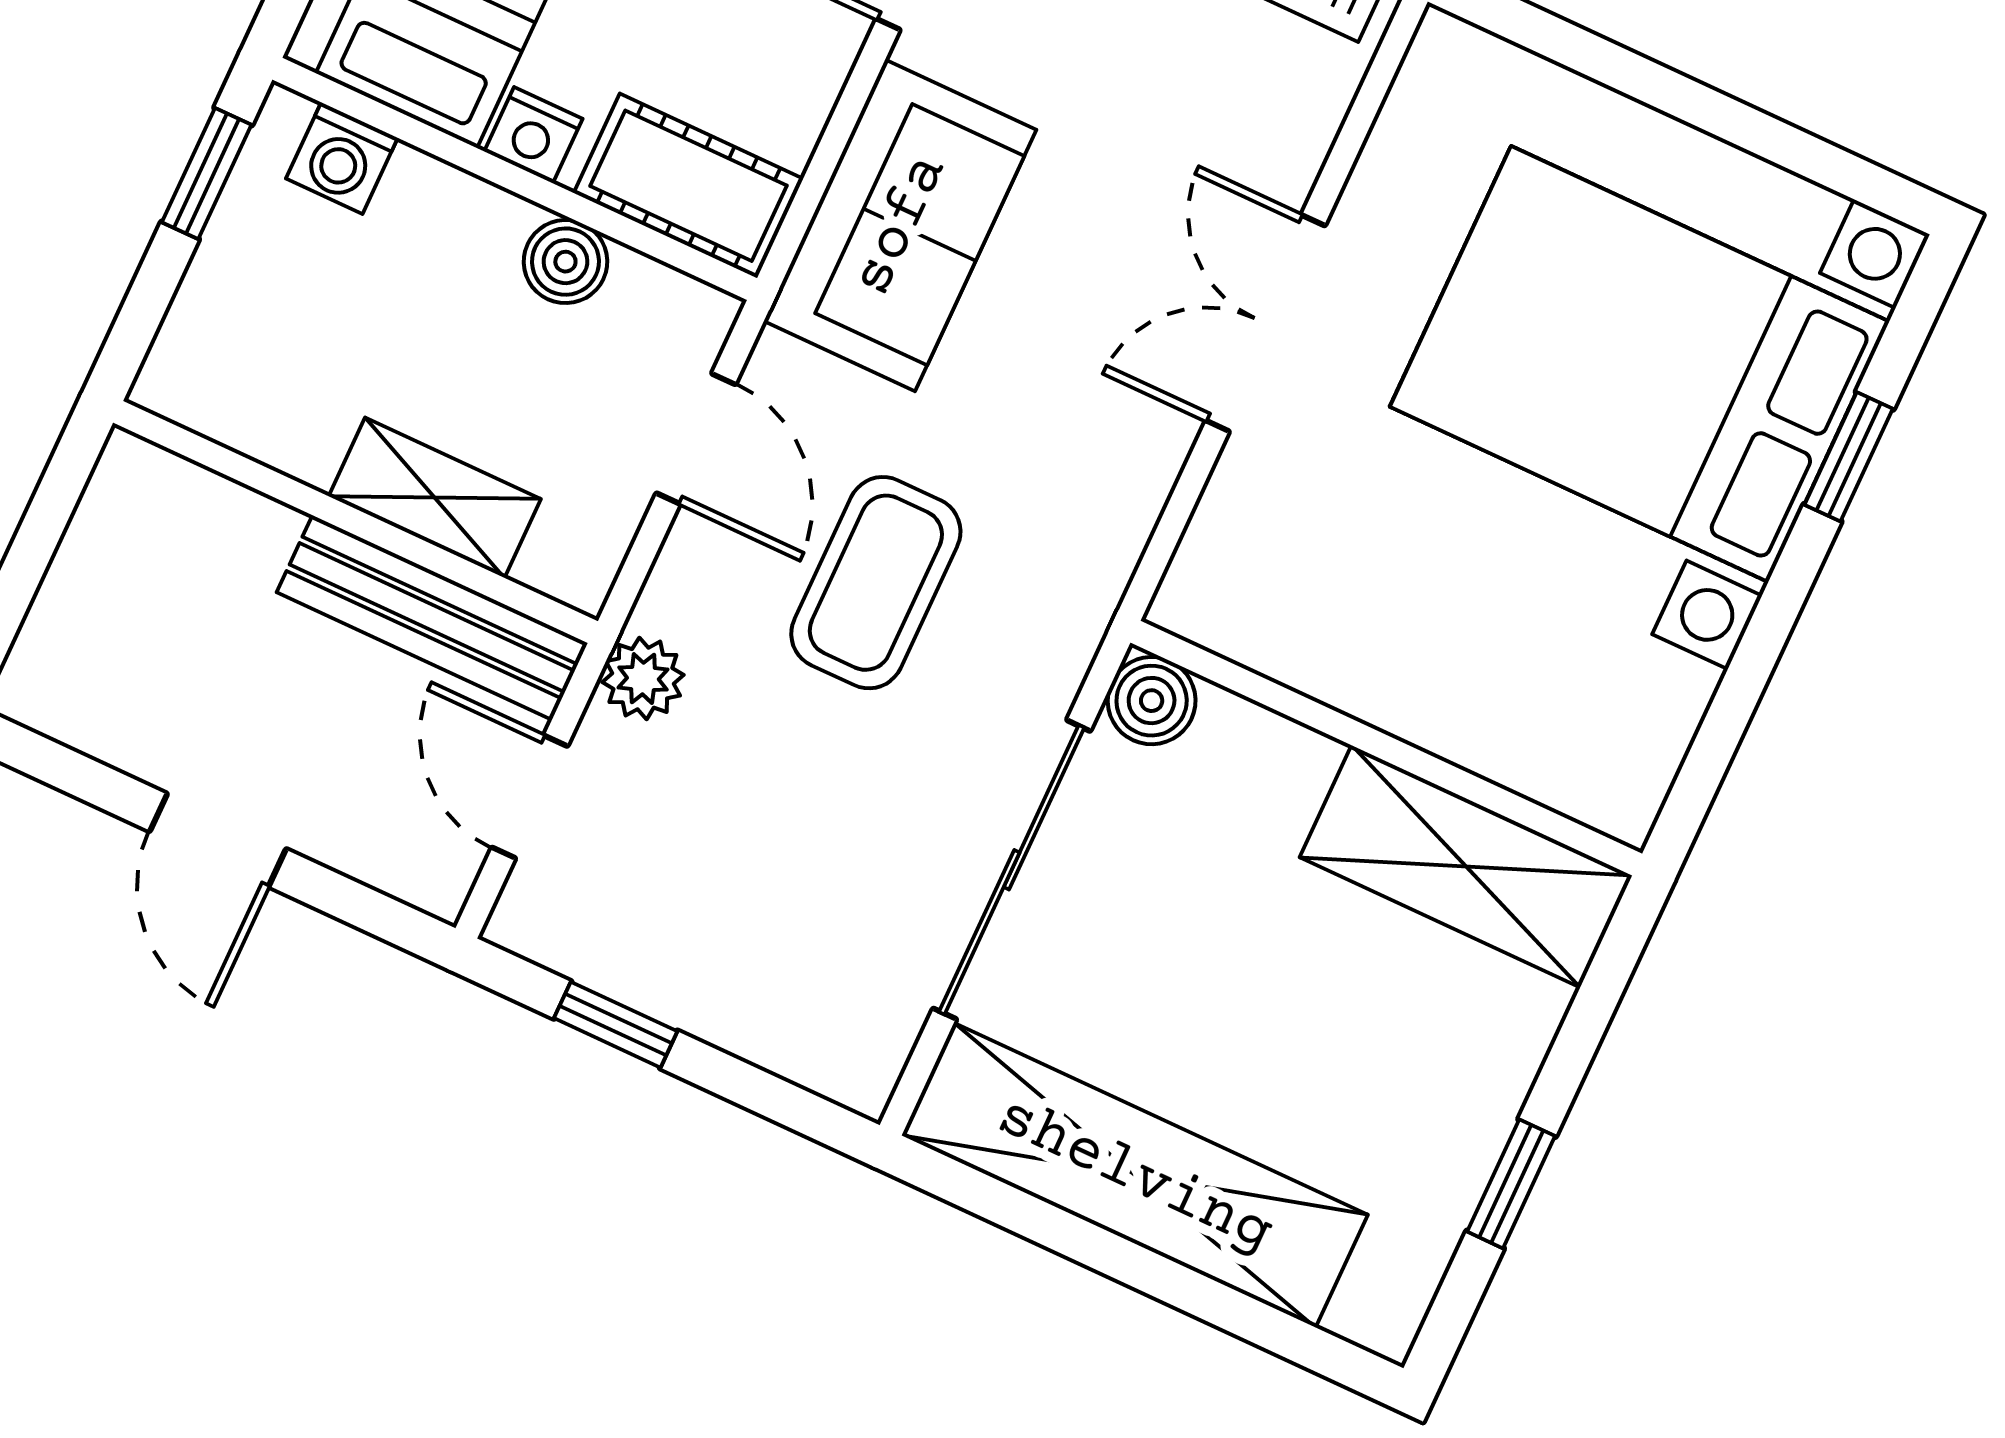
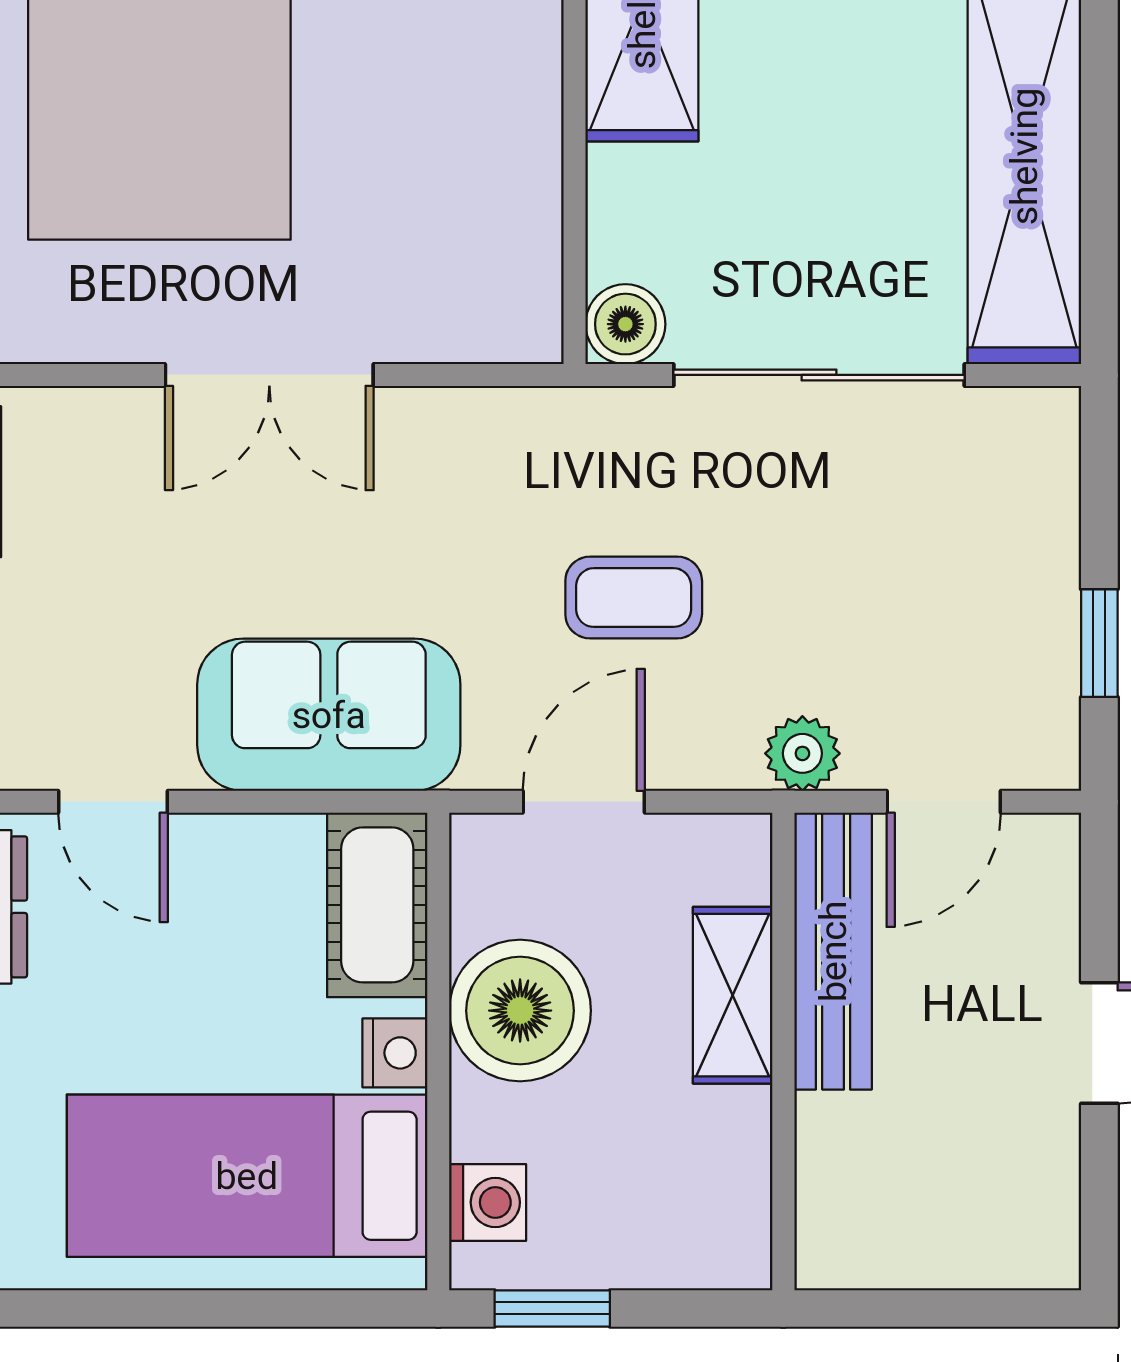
boiler: (565, 262) -> (520, 1011), width x1.86, depth x1.86
coffee table: (876, 583) -> (634, 598), width x0.73, depth x0.77

